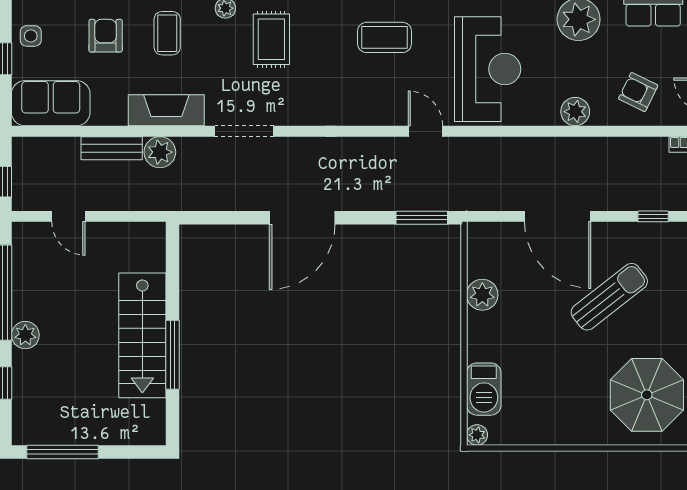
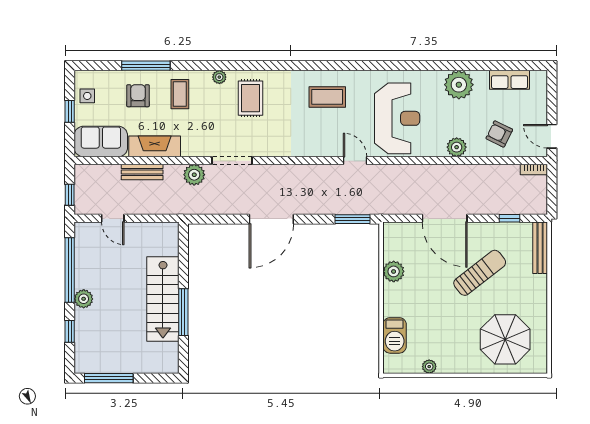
fireplace: (166, 110) -> (155, 146), moved
plant: (160, 152) -> (194, 175), moved
plant: (477, 435) -> (429, 367), moved

